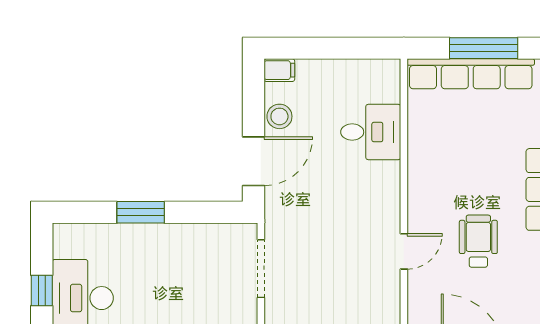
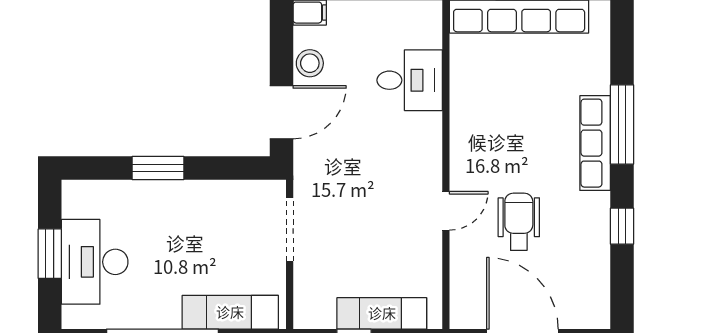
wheelchair: (478, 241) -> (519, 222), moved
window: (42, 291) -> (50, 254), width x1.50

